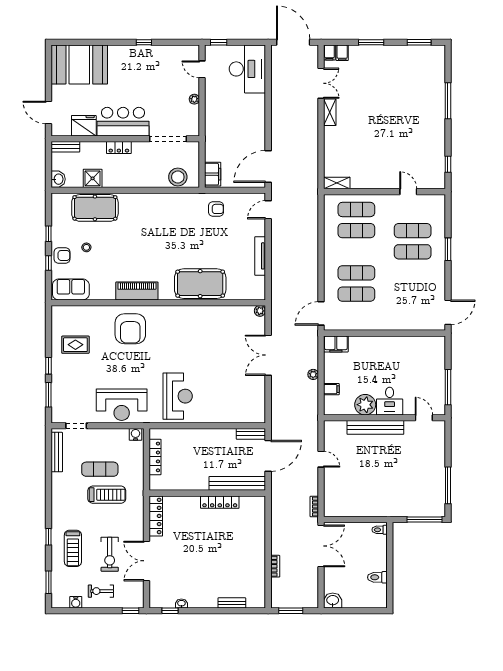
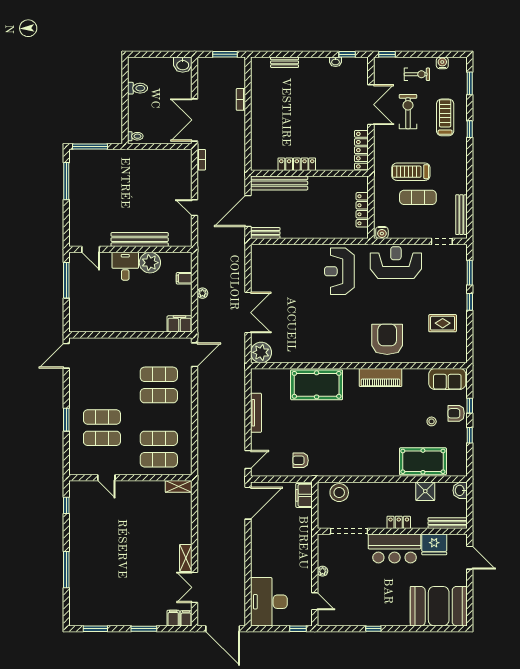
bench: (65, 147) -> (448, 523), width x1.36
plant: (260, 311) -> (261, 352), width x1.88, depth x1.88

